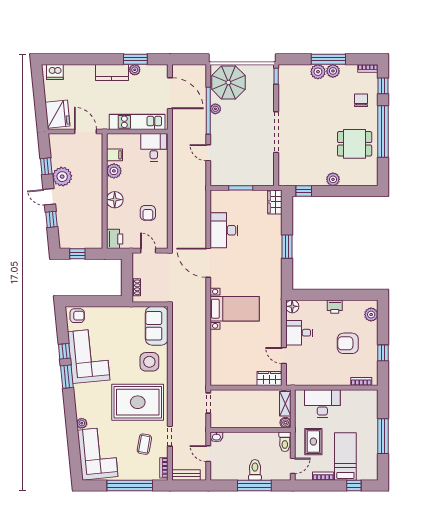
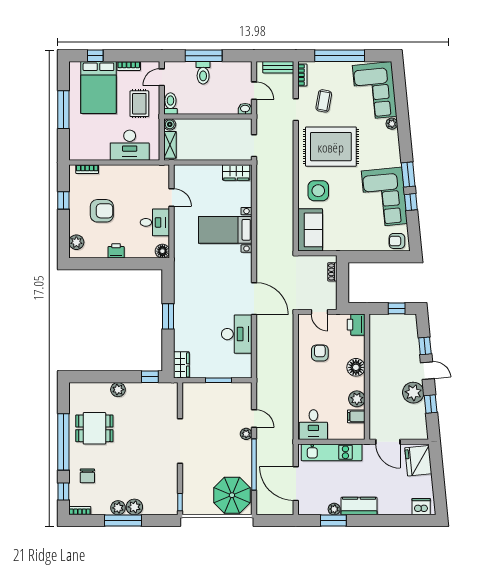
plant: (215, 109) -> (246, 434), moved
bed with nightstands: (235, 309) -> (225, 230), moved
wardrobe: (270, 378) -> (236, 172), moved
bed: (345, 456) -> (98, 87), width x1.50

